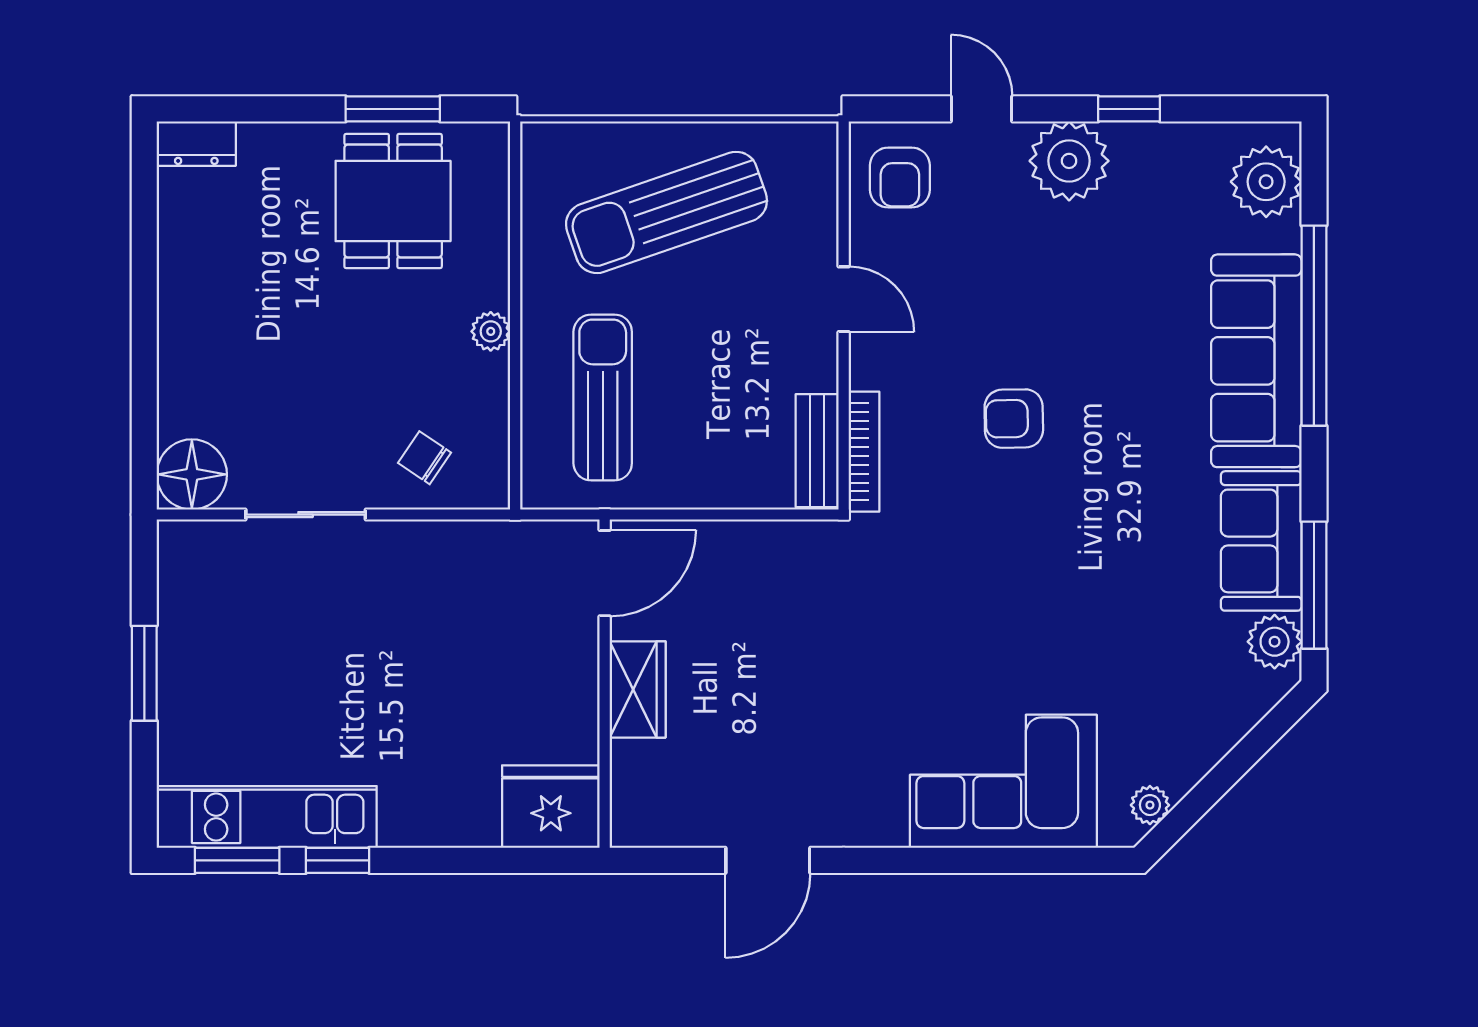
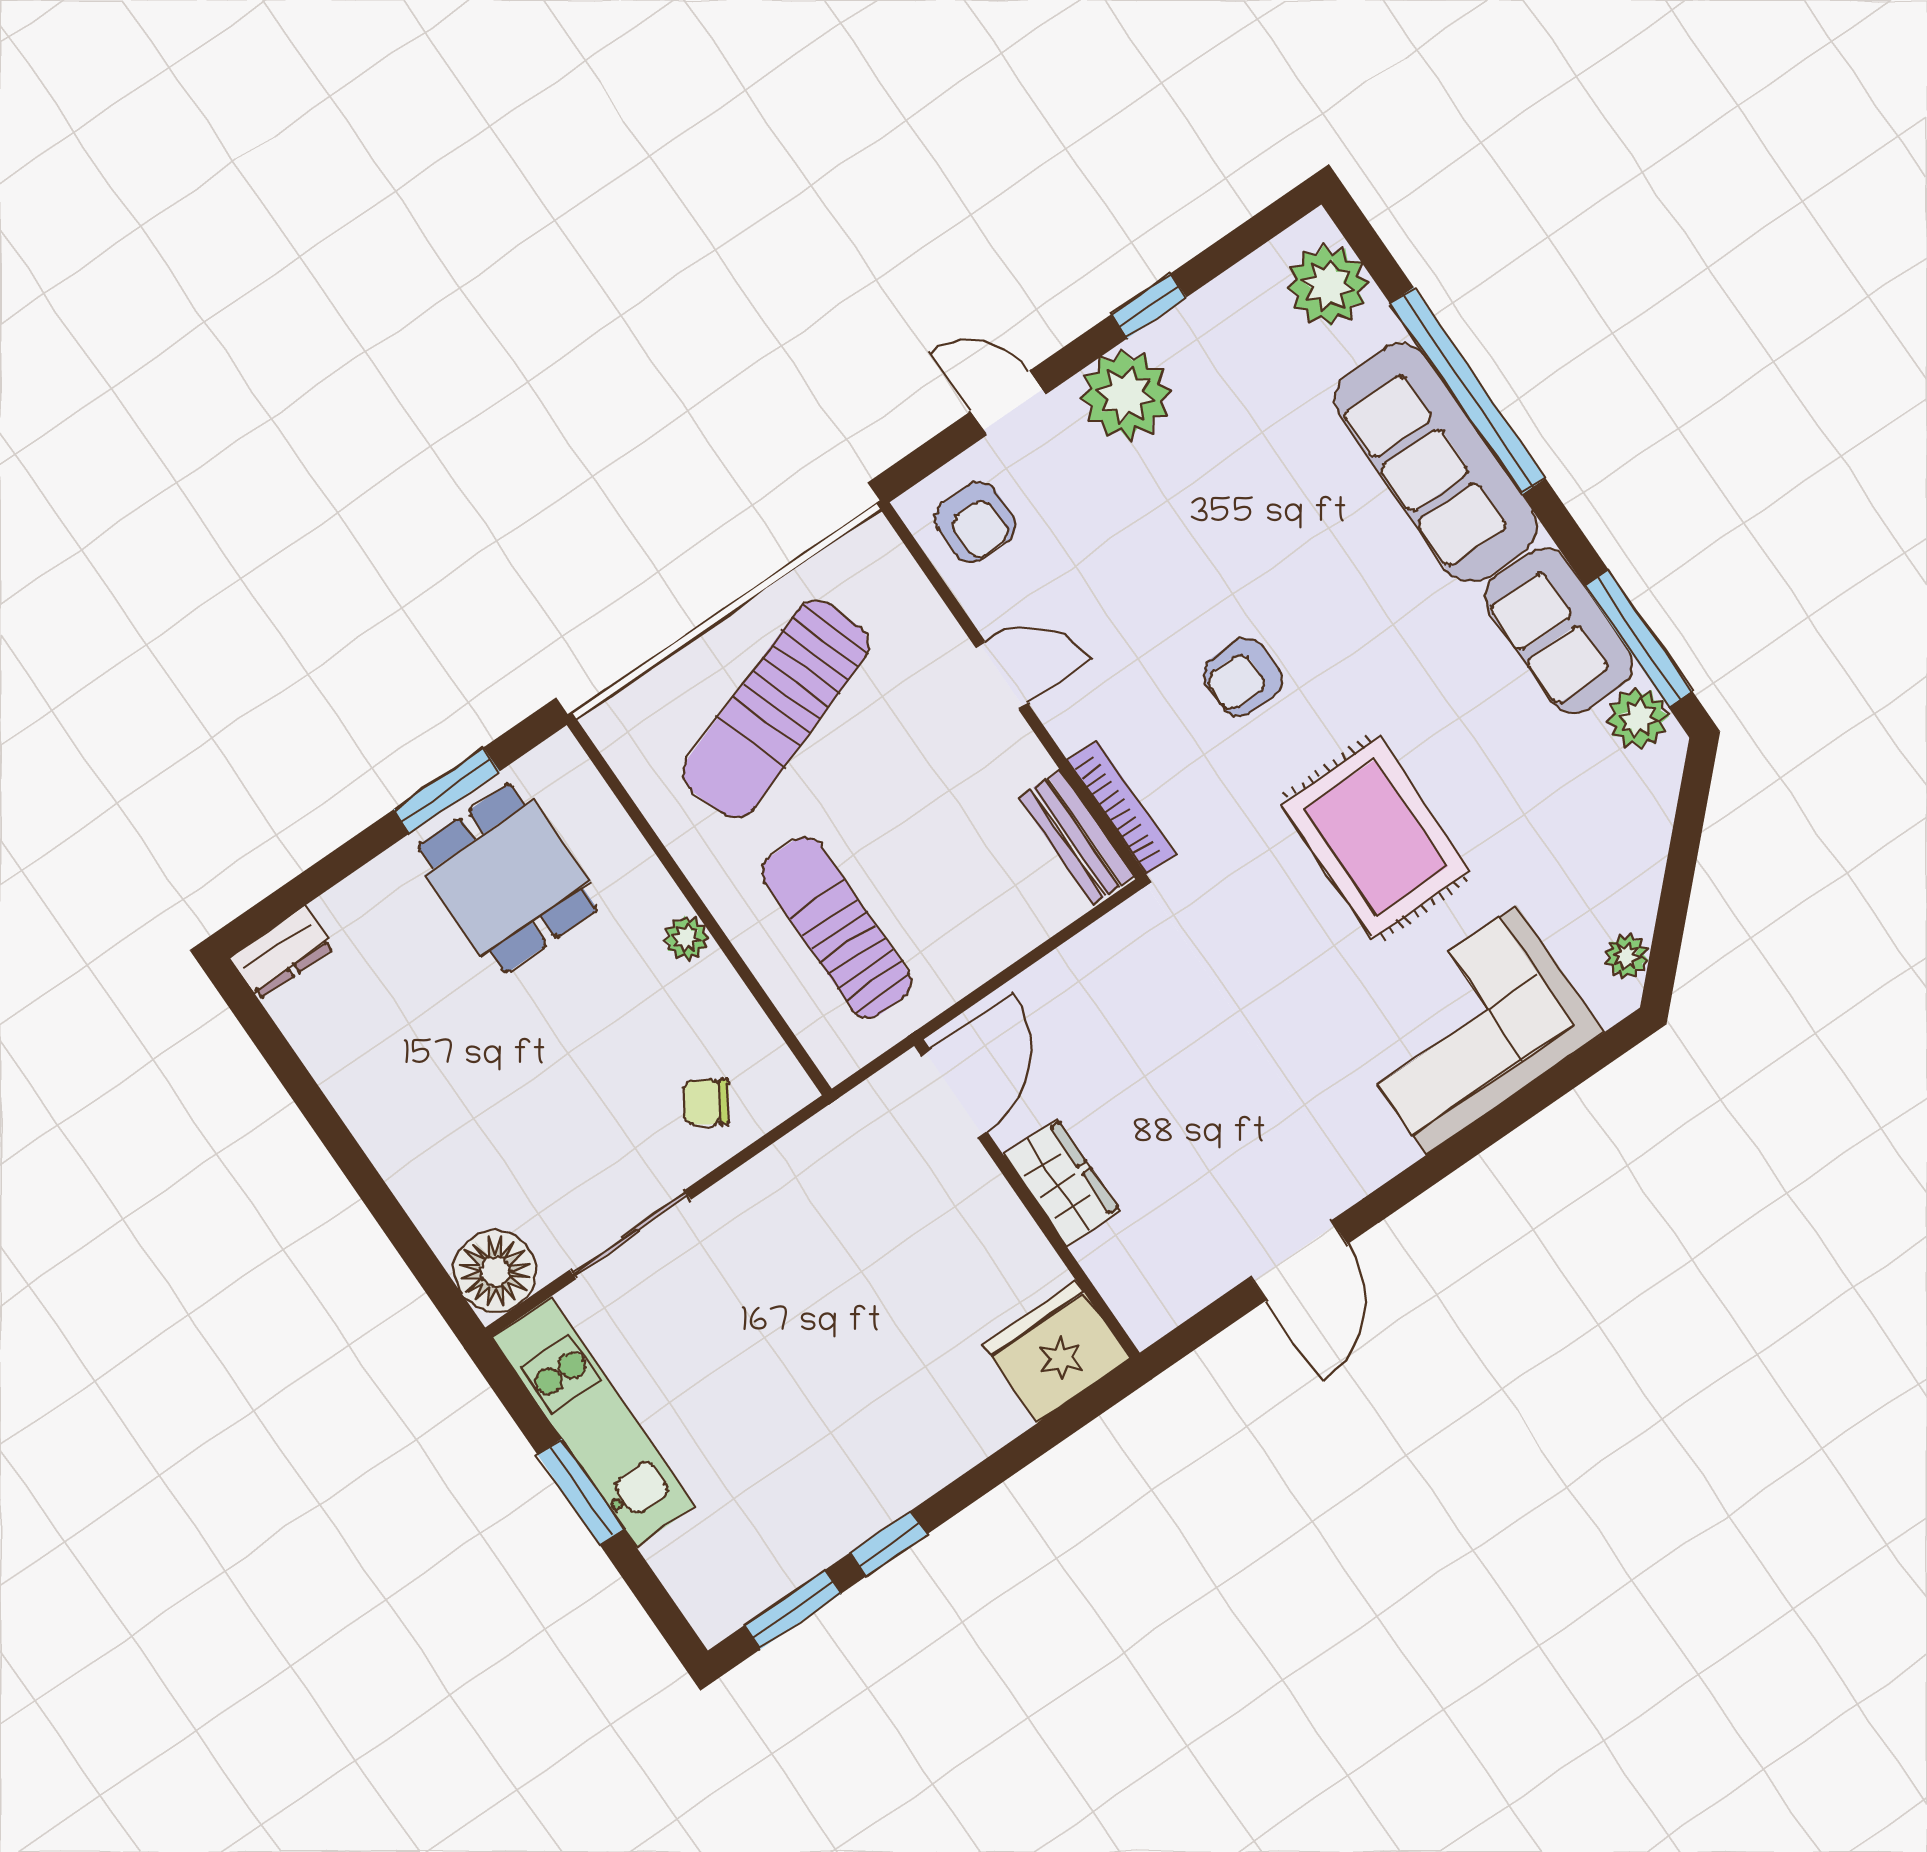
rug: (1030, 598) -> (1376, 838), added
kitchen unit: (267, 817) -> (594, 1422), moved, turned 90

